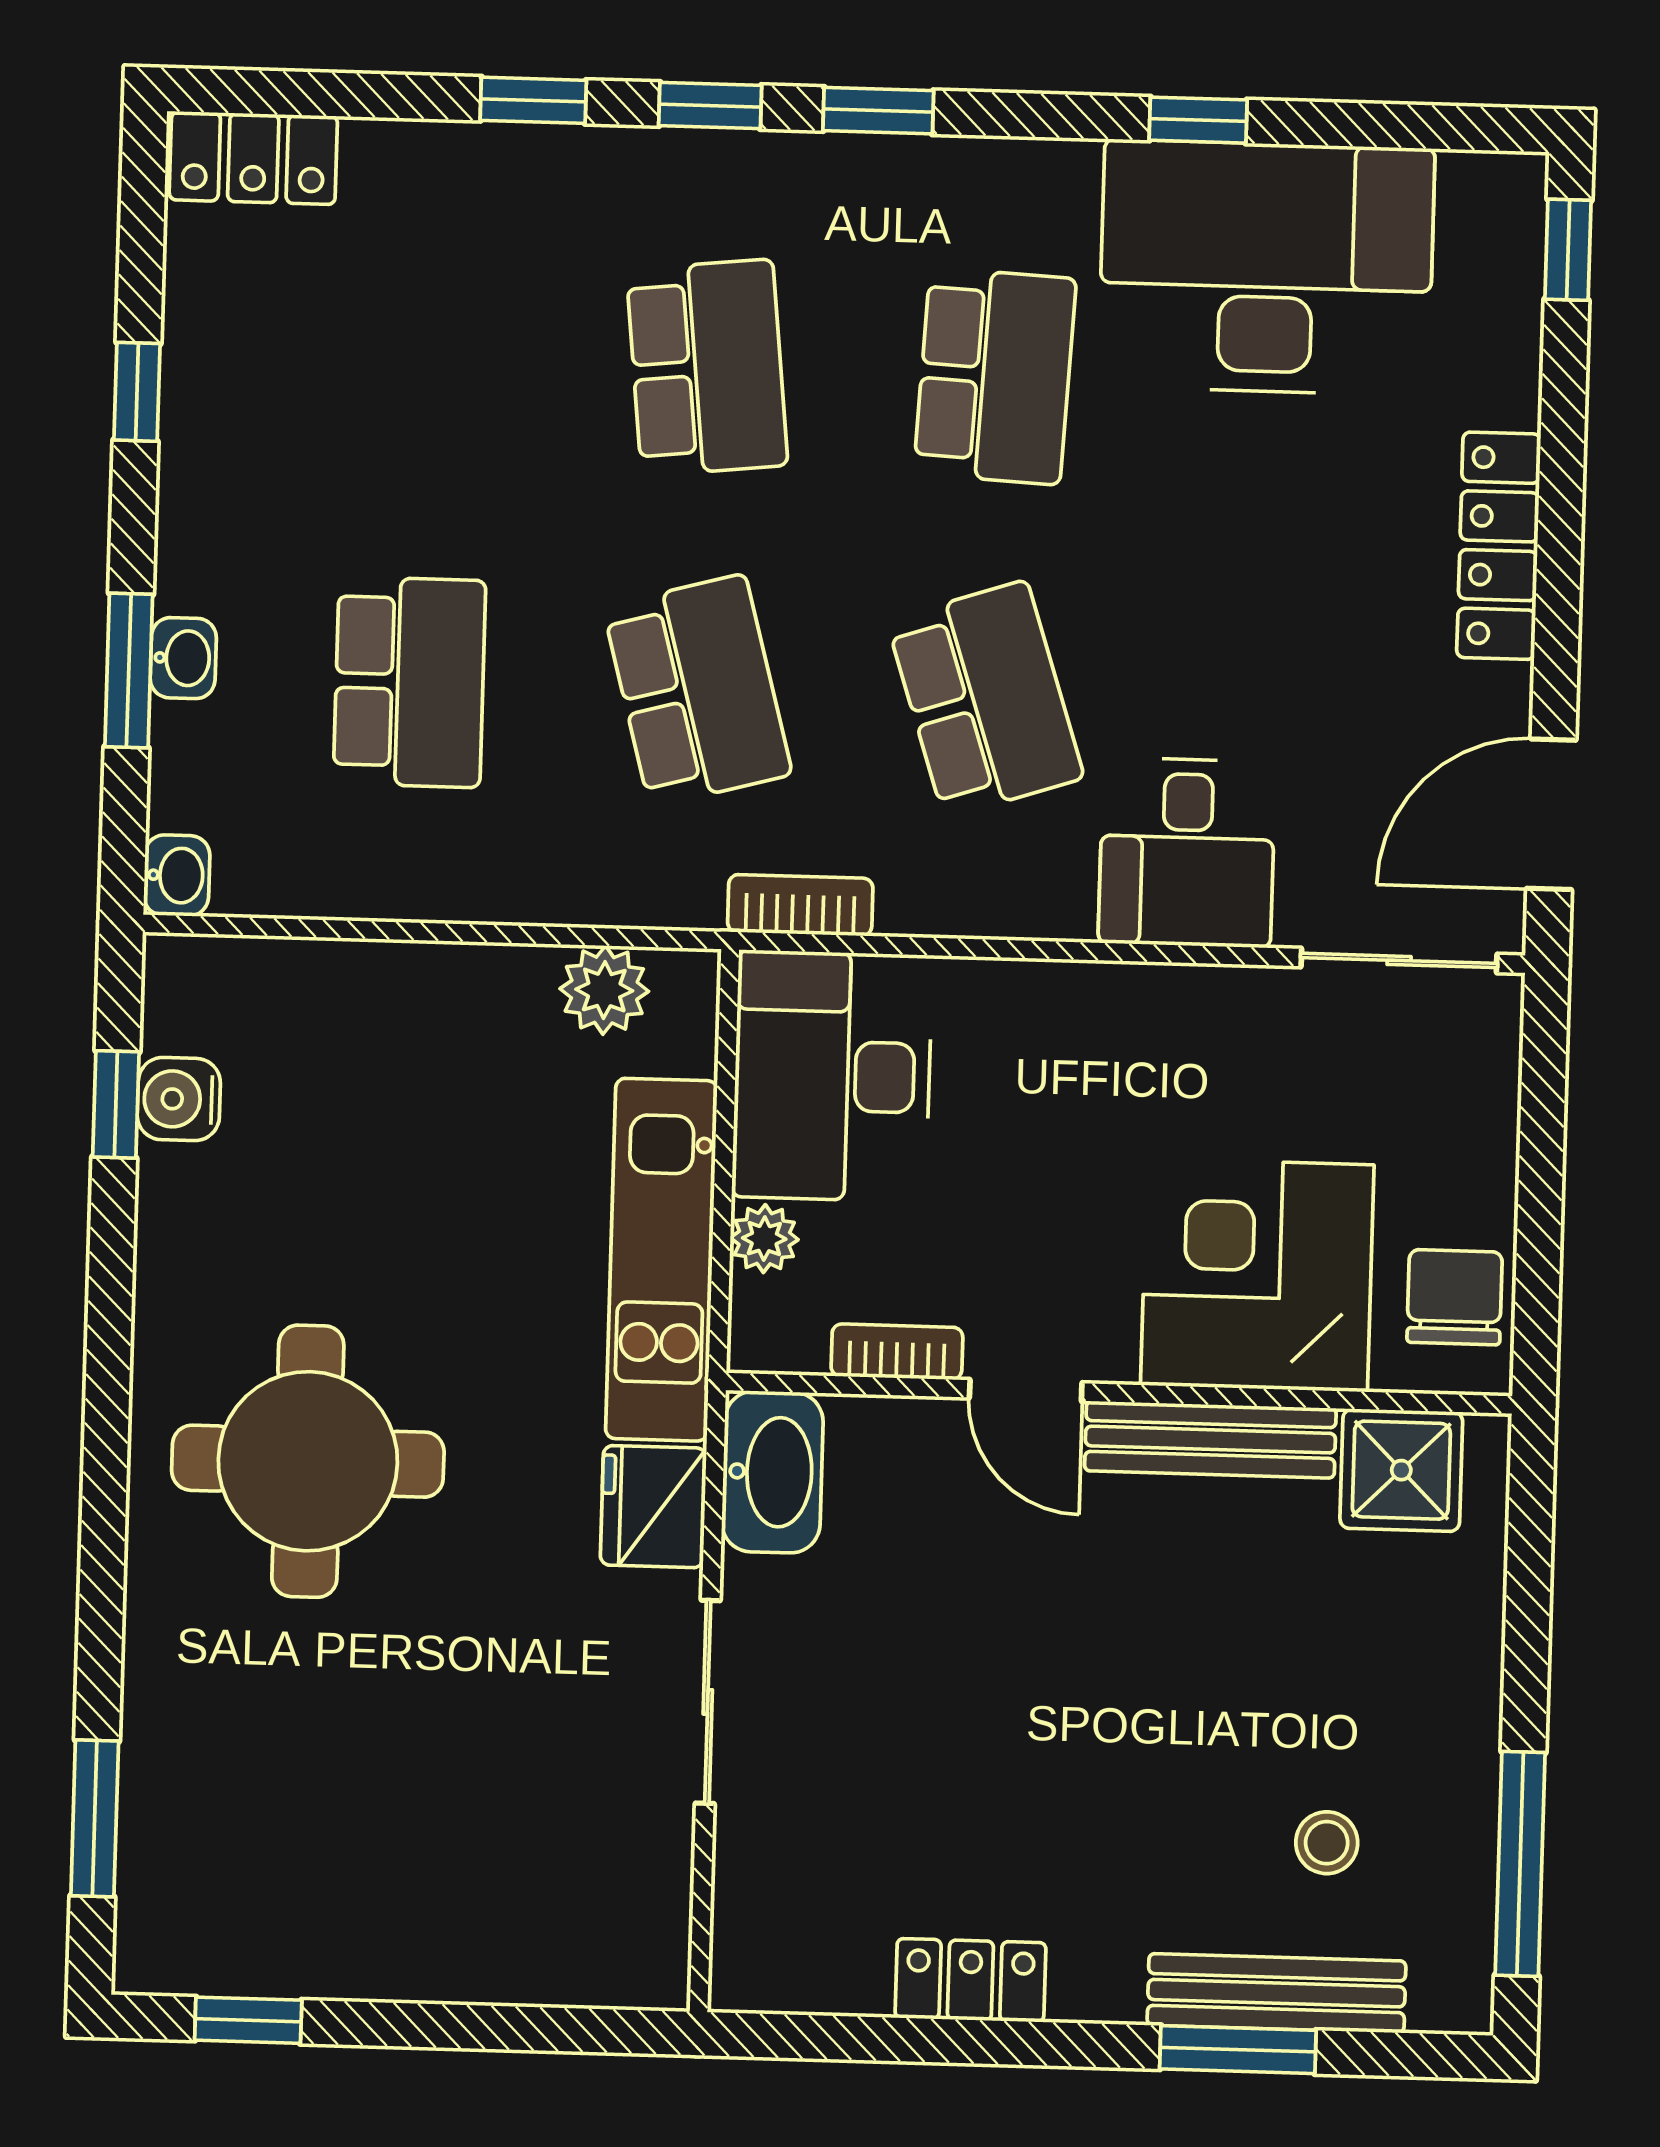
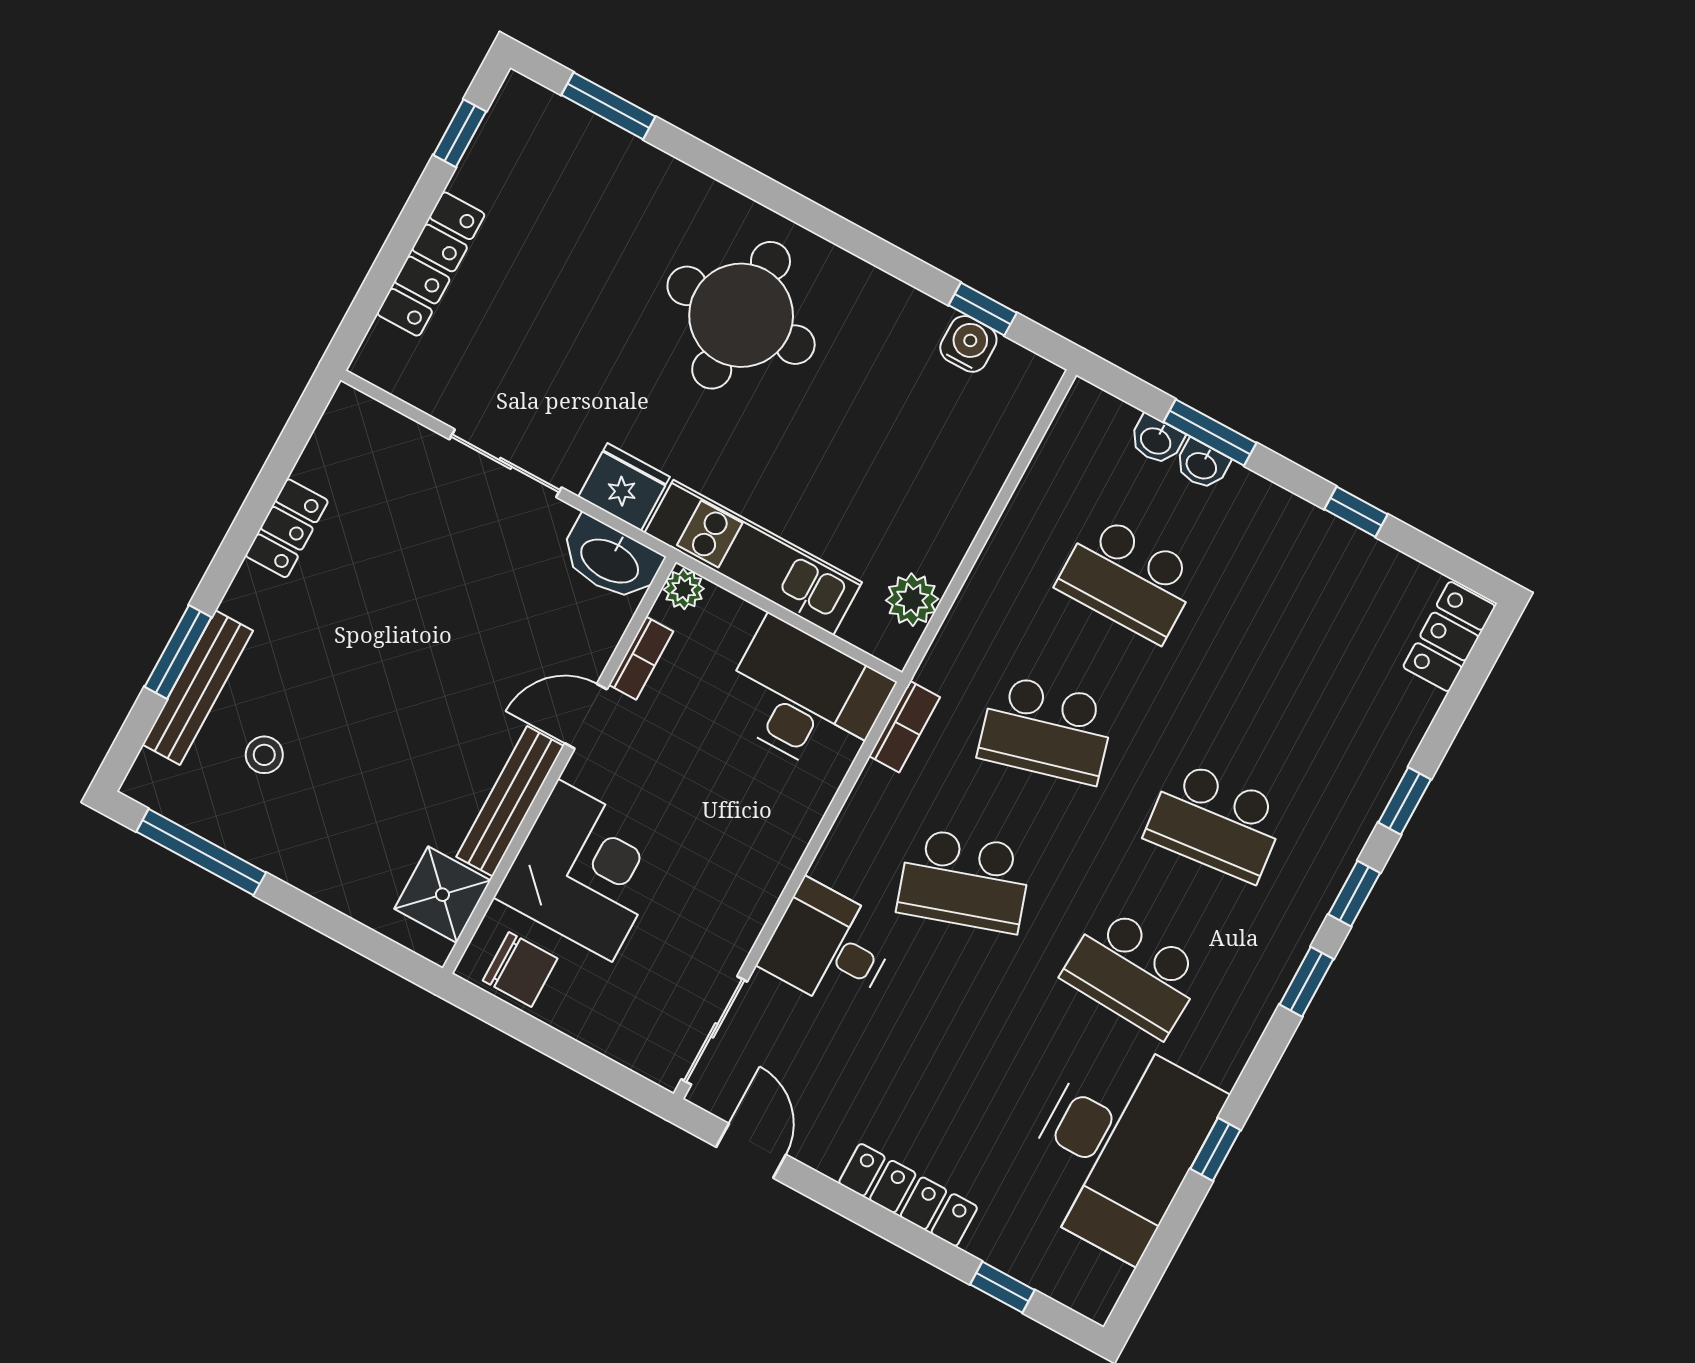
window: (1568, 250) -> (1002, 1287), moved
door: (1551, 814) -> (751, 1151), width x0.73
washbasin: (177, 875) -> (1156, 440), moved
plant: (764, 1239) -> (684, 589), moved
locker: (466, 1964) -> (431, 264), added

